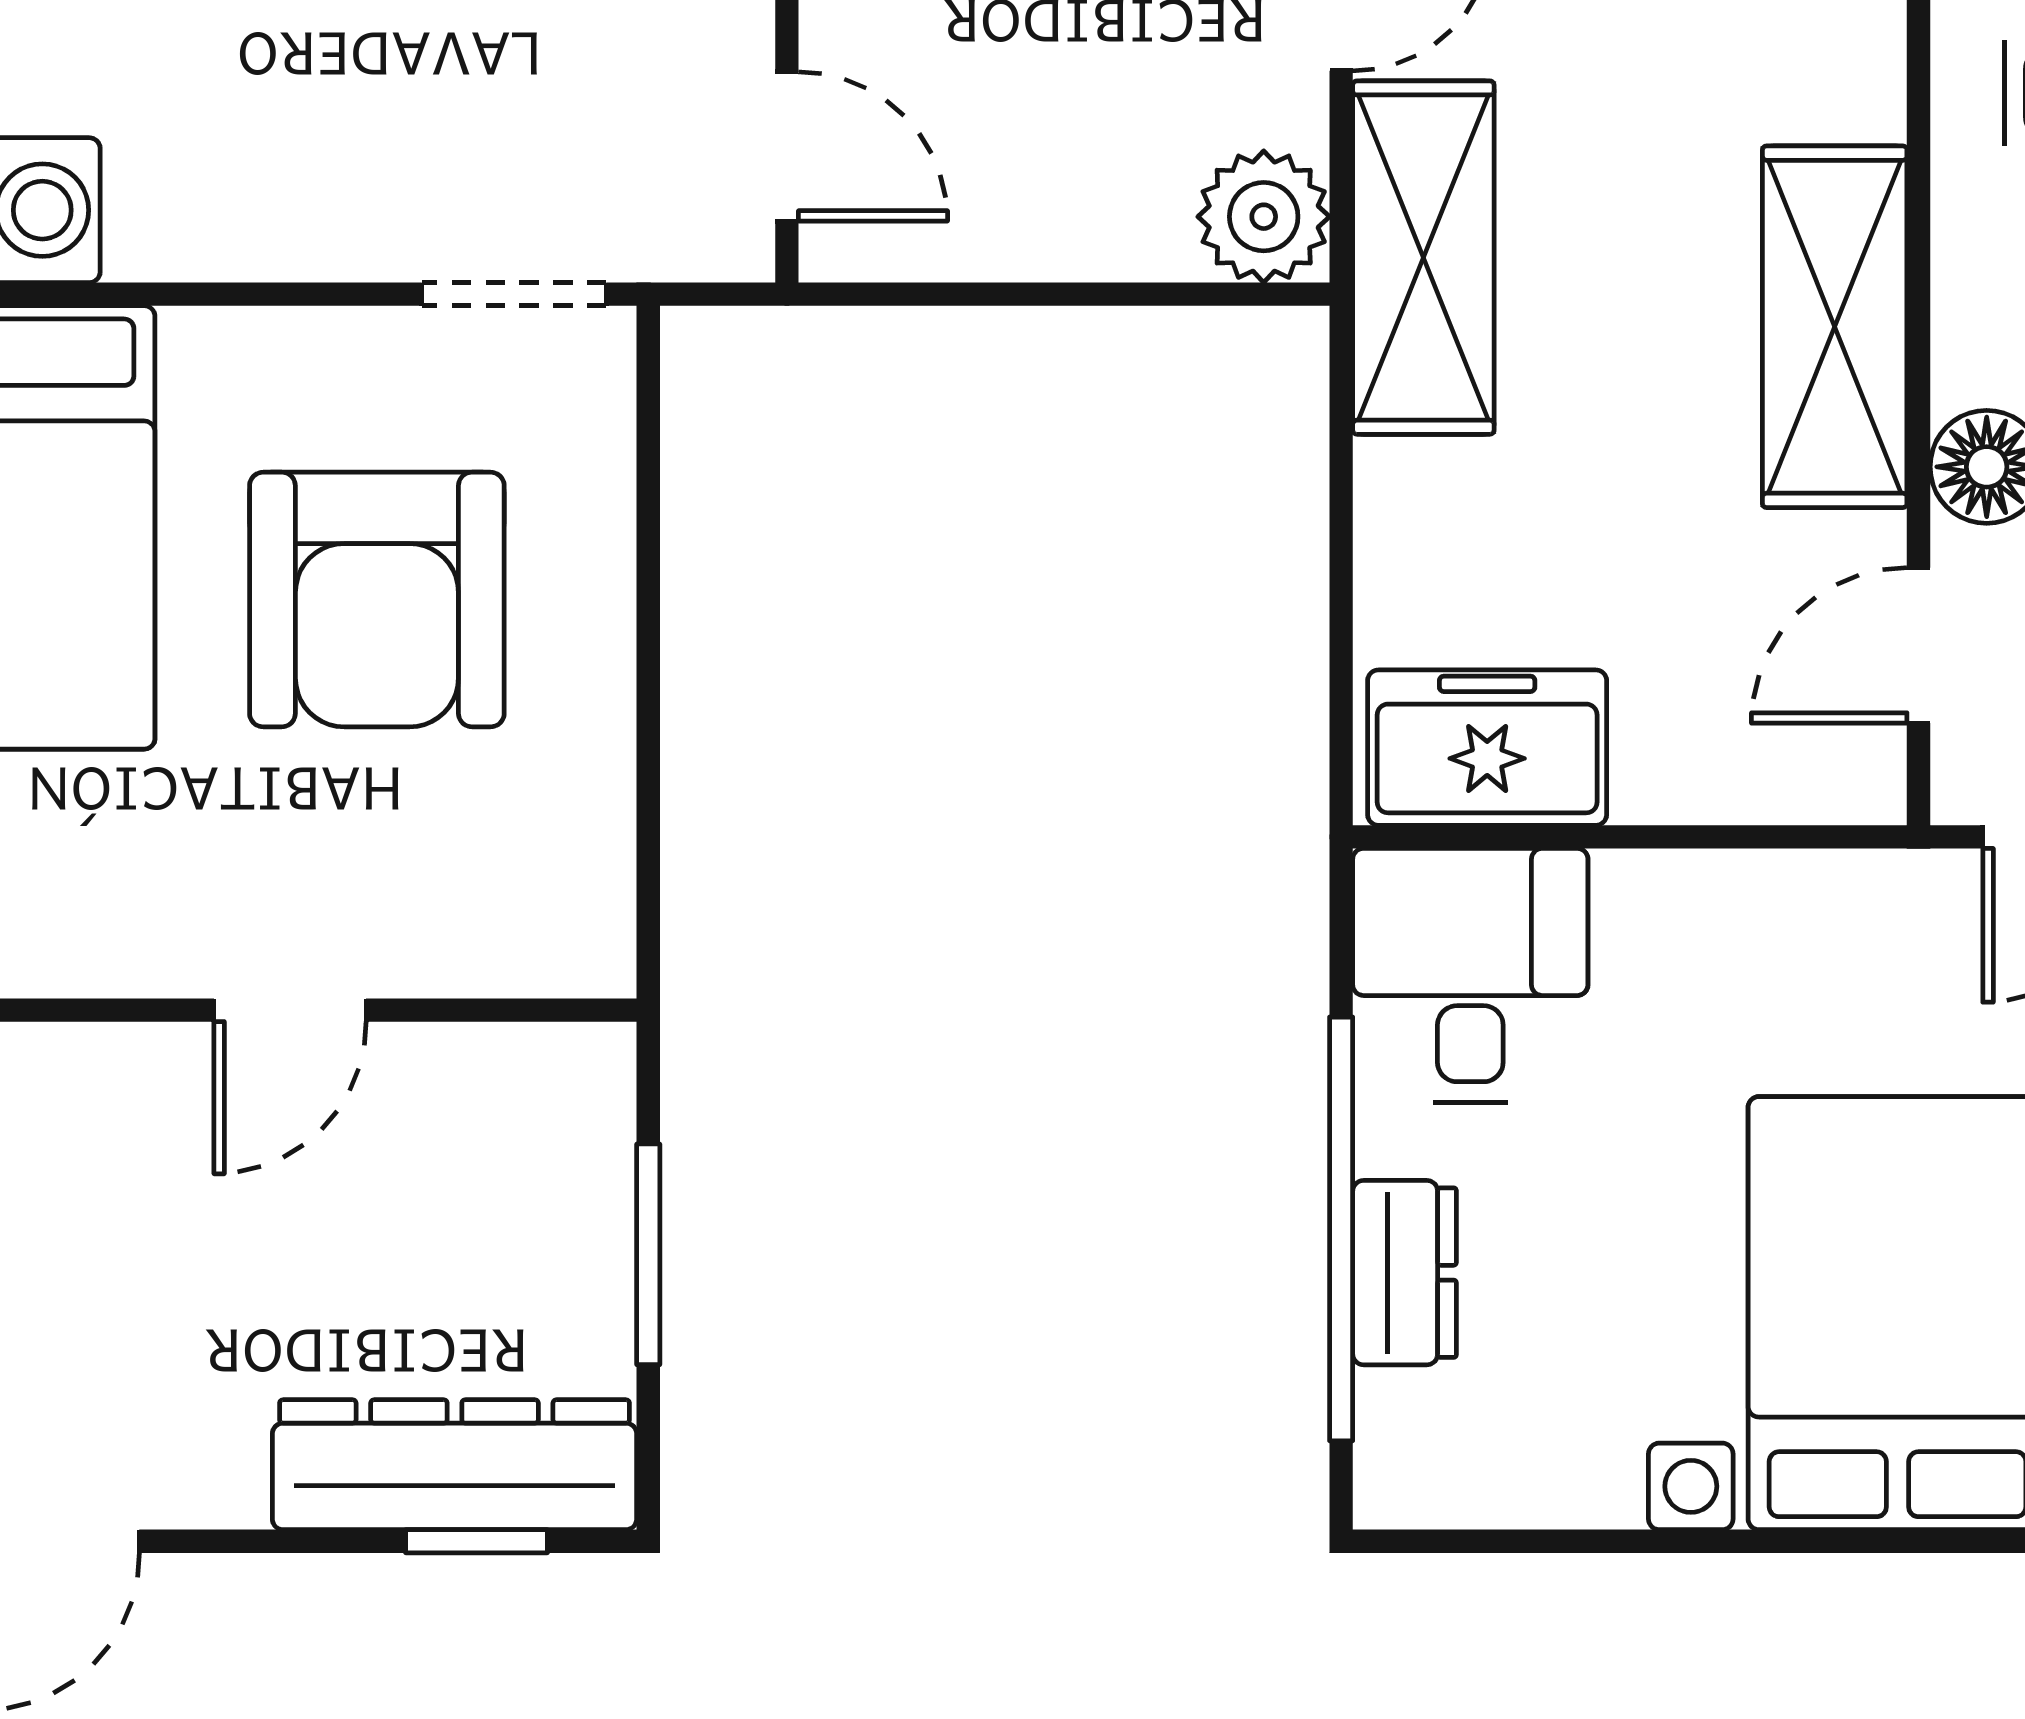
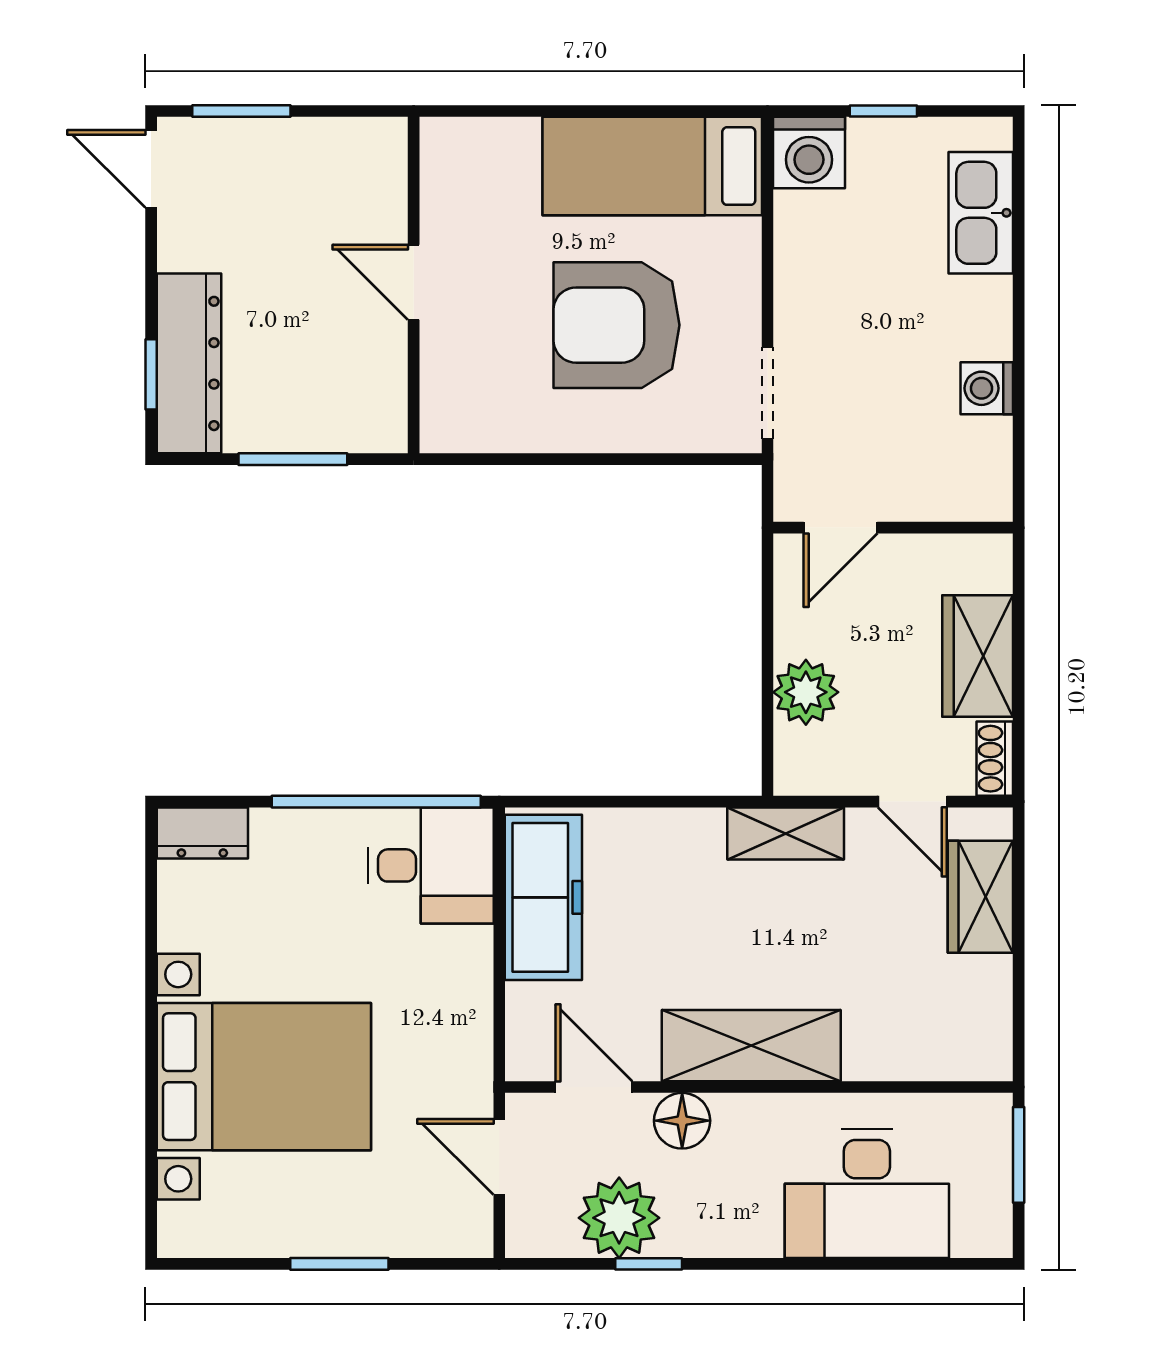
plant: (1264, 217) -> (806, 692), moved
shelving: (1423, 258) -> (786, 834), width x0.67, depth x0.75
freezer: (1487, 748) -> (543, 897), width x1.40
window: (1341, 1229) -> (376, 802), moved
dresser: (1405, 1273) -> (202, 833), moved

